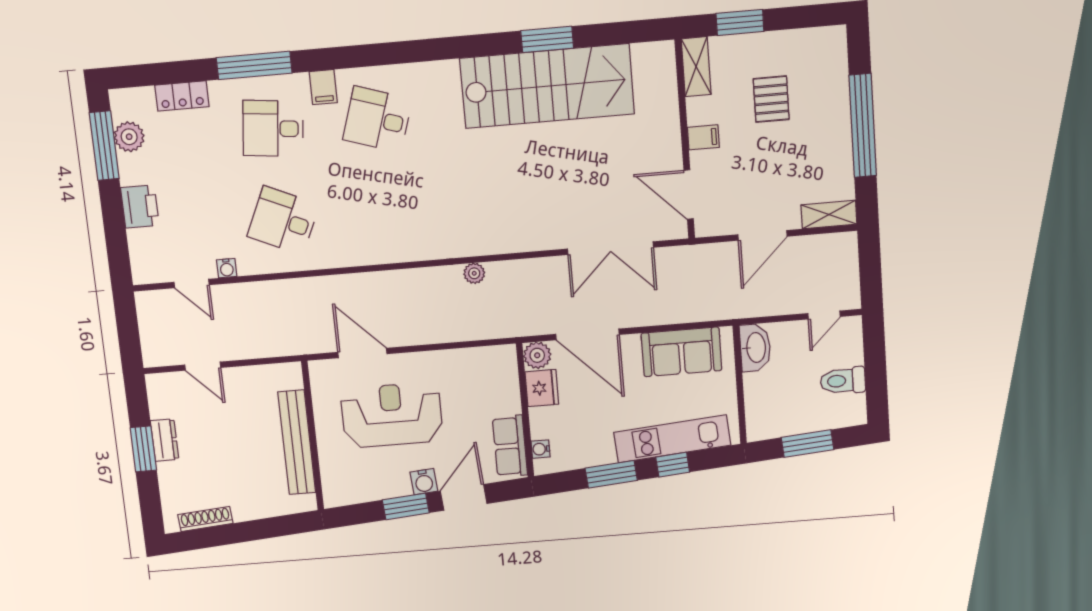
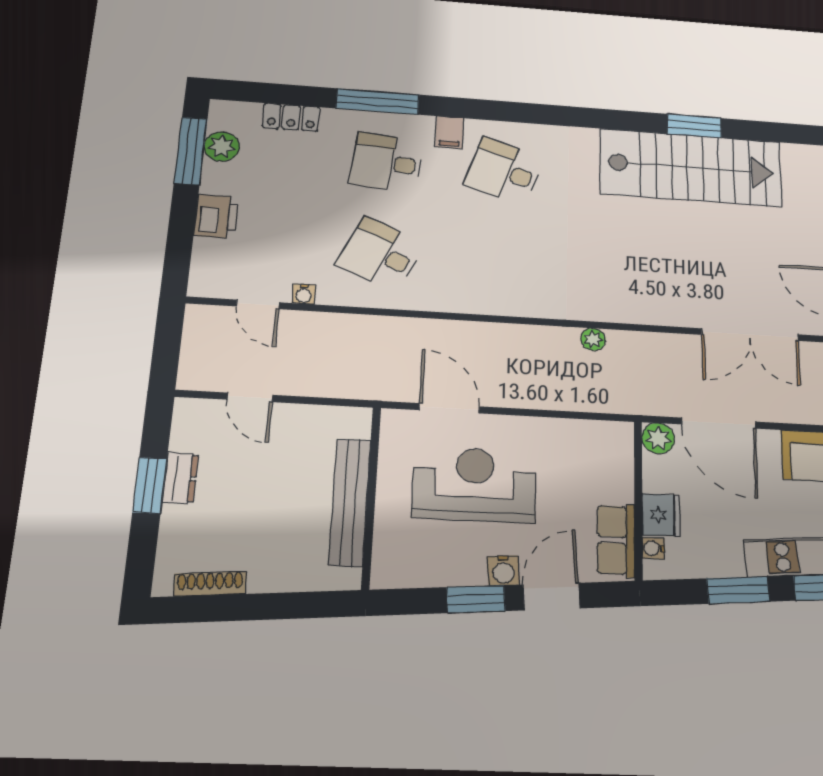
fridge: (542, 388) -> (661, 515), moved

